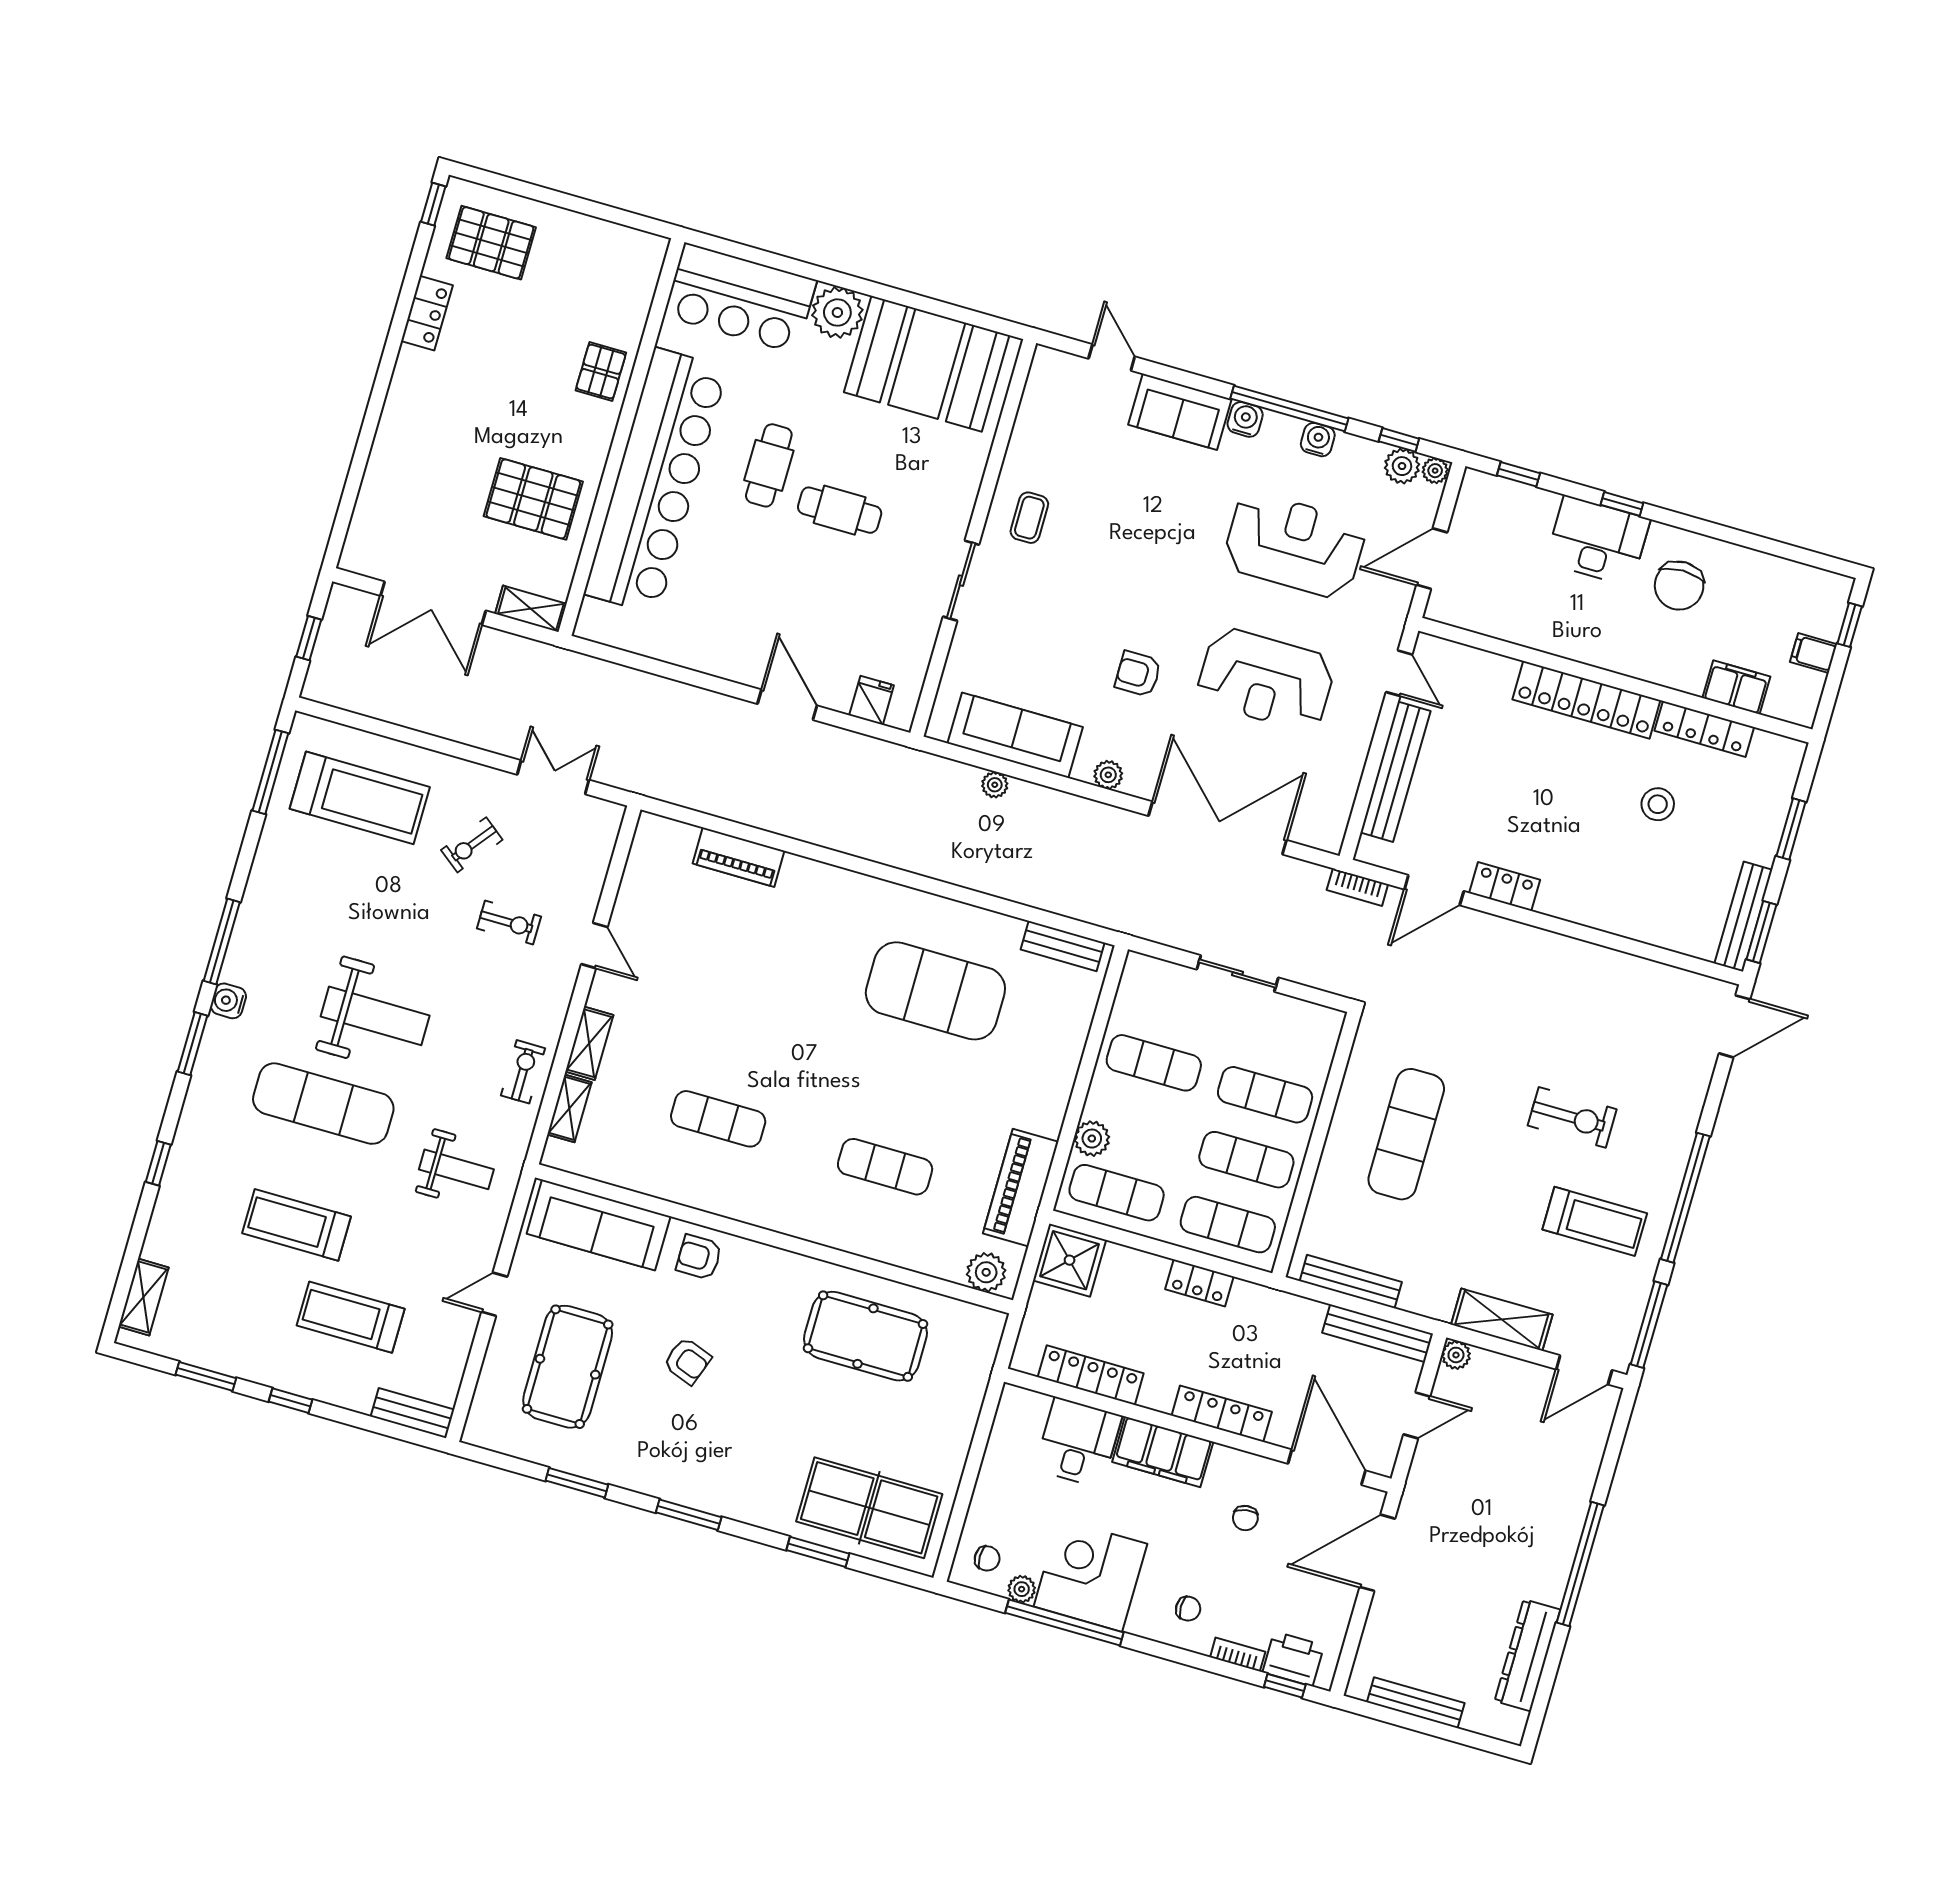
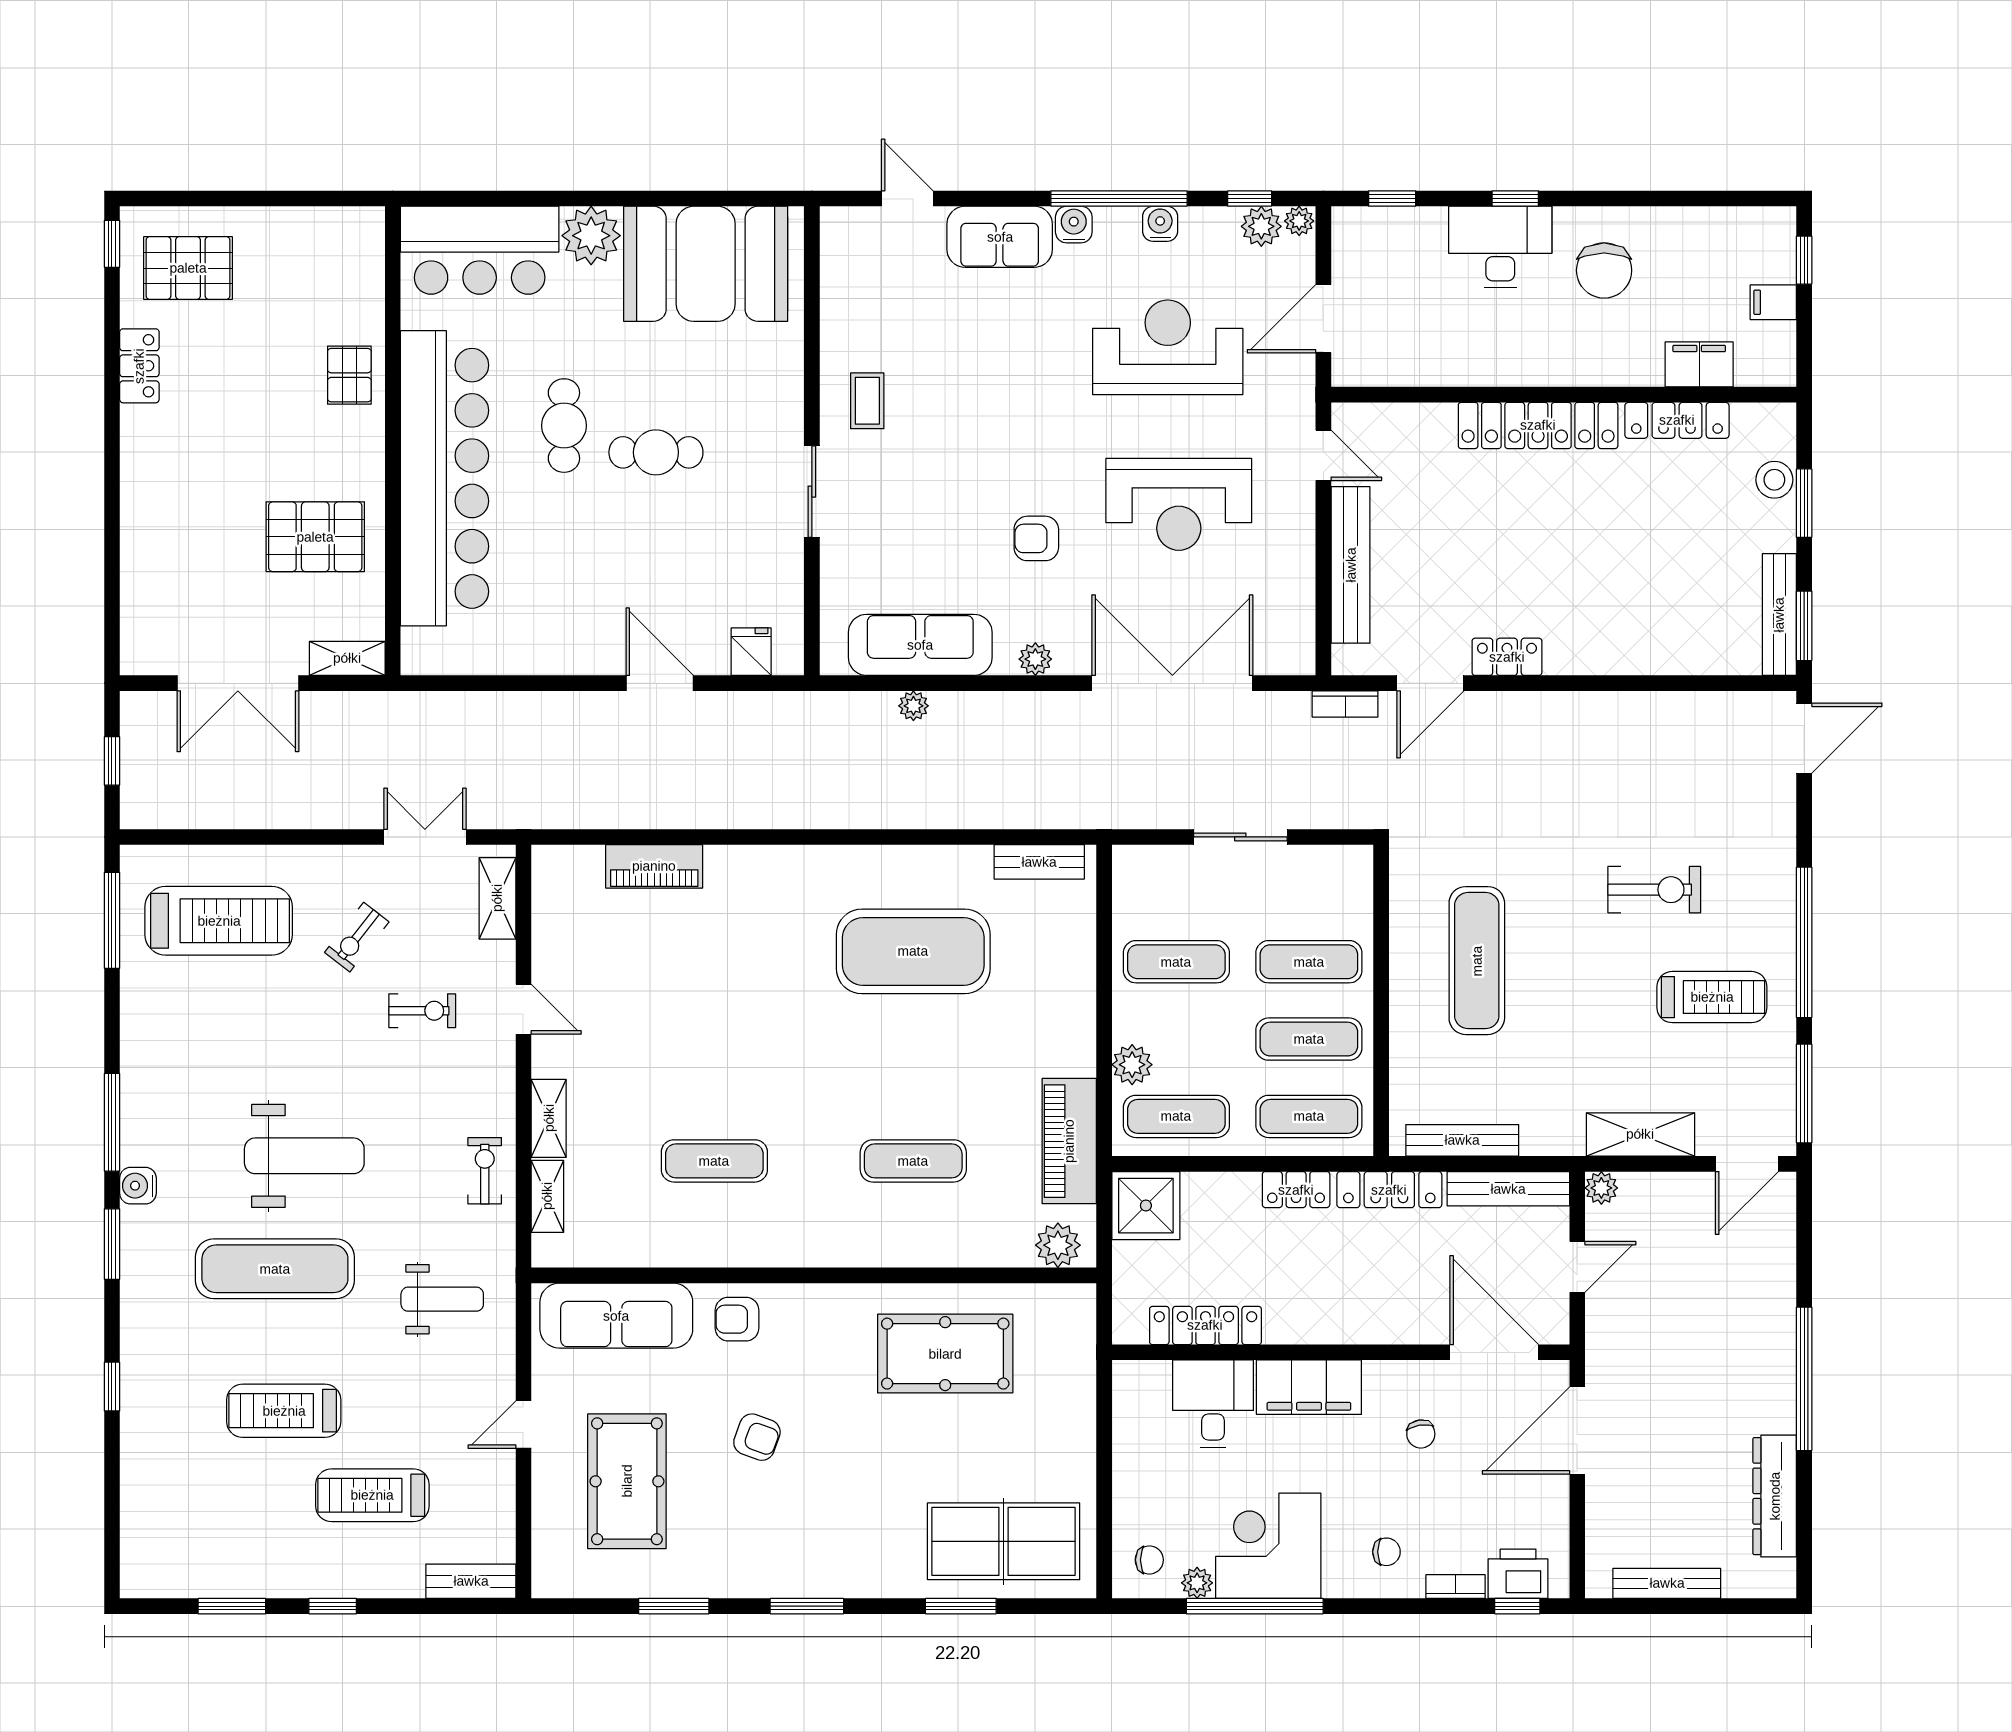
stool: (1658, 804) -> (1774, 480), moved
shelving: (143, 1297) -> (497, 898), moved
locker: (1222, 1414) -> (1389, 1190), moved, turned 180

